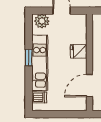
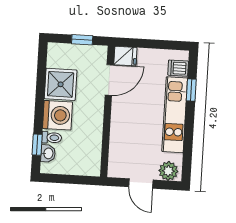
fridge: (79, 51) -> (125, 56), moved
window: (29, 58) -> (191, 90), moved

